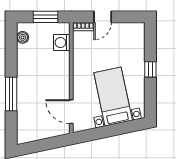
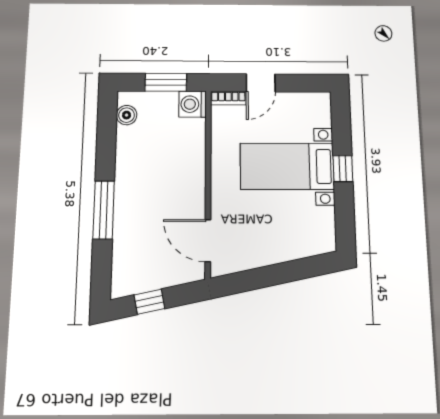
washing machine: (62, 42) -> (193, 104), moved
bed with nightstands: (113, 97) -> (287, 166), moved, turned -78
window: (39, 146) -> (149, 302), added

